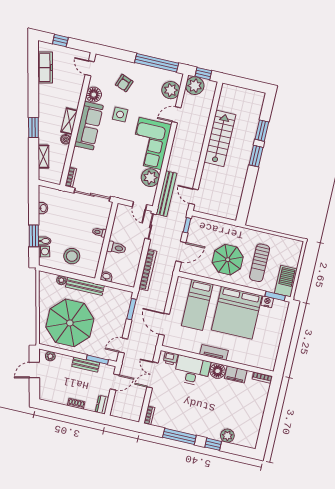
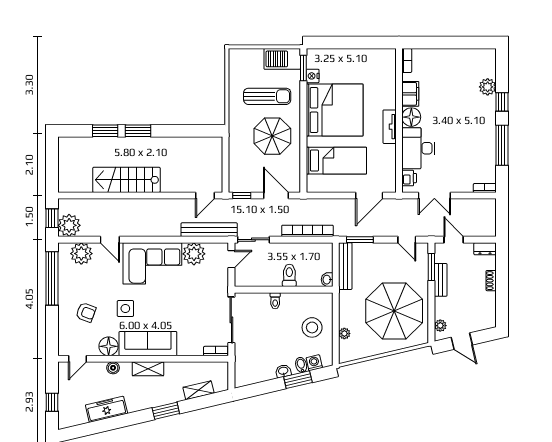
freezer: (45, 68) -> (106, 409), moved
boiler: (66, 139) -> (113, 368), moved
washbasin: (43, 208) -> (283, 371), moved
bench: (85, 286) -> (345, 266), moved

